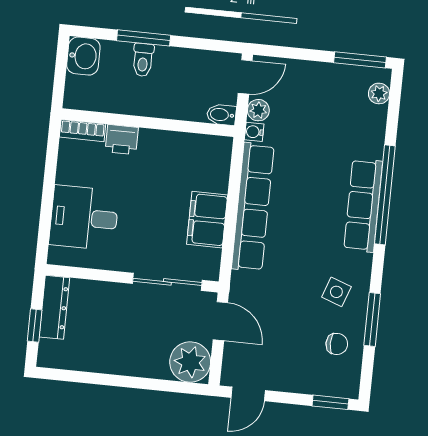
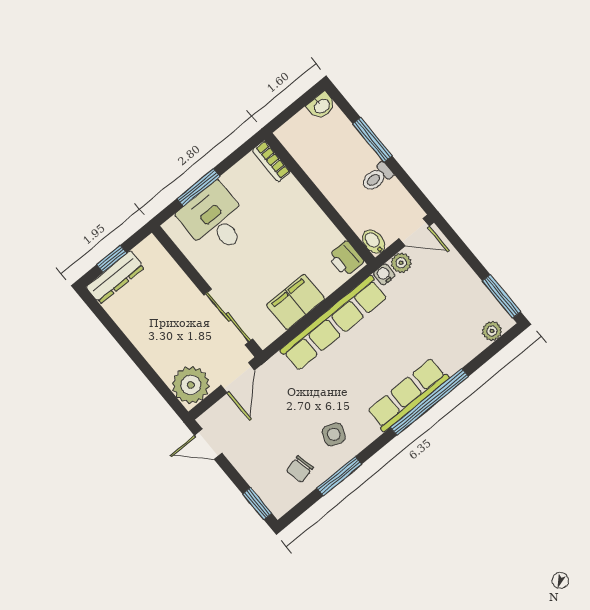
washbasin: (83, 56) -> (321, 106), width x0.72, depth x0.69
toilet: (143, 60) -> (377, 177), moved
printer: (122, 140) -> (346, 259), moved
window: (47, 206) -> (198, 187), added
dresser: (54, 307) -> (115, 277), moved
chair: (337, 344) -> (300, 469), turned 77

